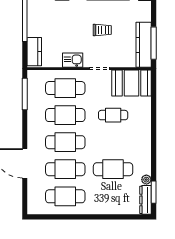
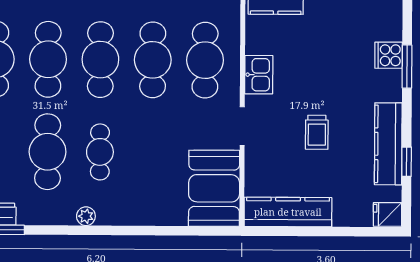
window: (154, 43) -> (291, 231), removed
cafe table: (113, 115) -> (100, 152), moved
plant: (146, 180) -> (86, 216), moved

